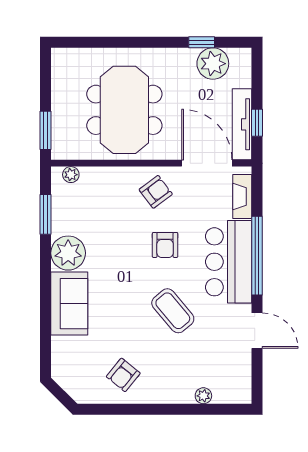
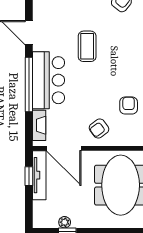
plant: (213, 64) -> (65, 222), width x0.53, depth x0.53
armchair: (165, 245) -> (129, 106), moved
coffee table: (173, 311) -> (87, 46), turned 40

